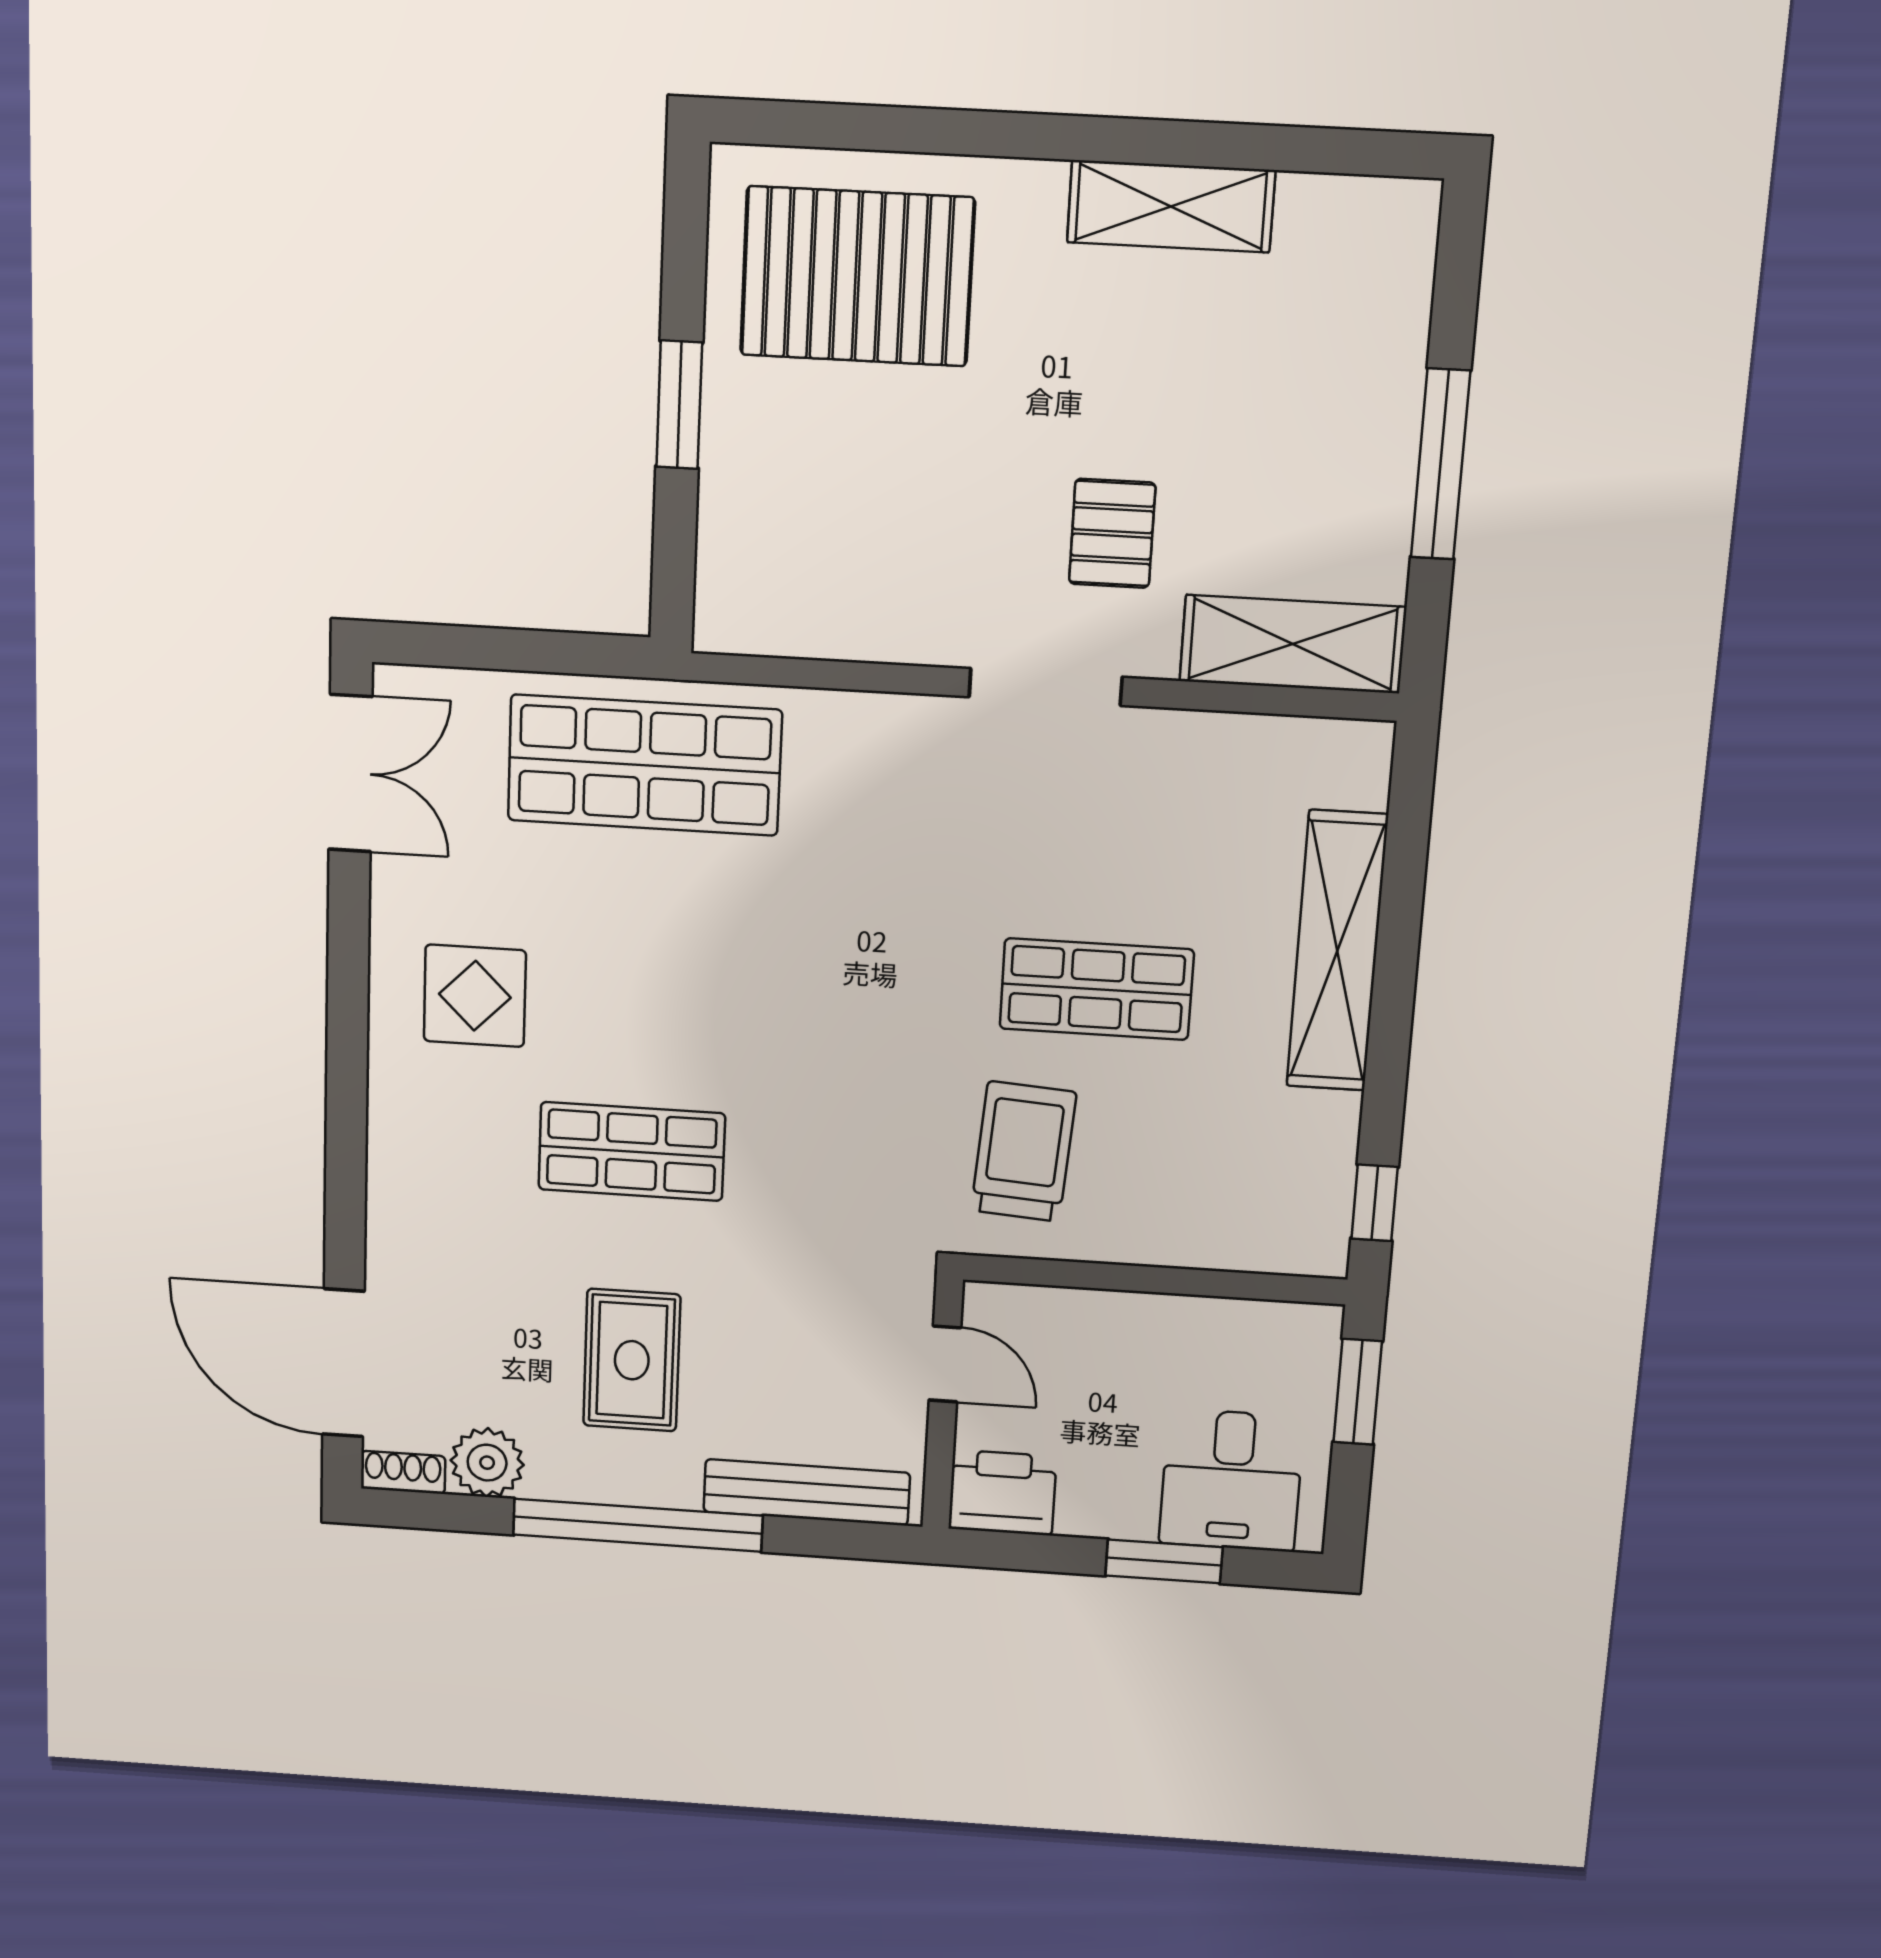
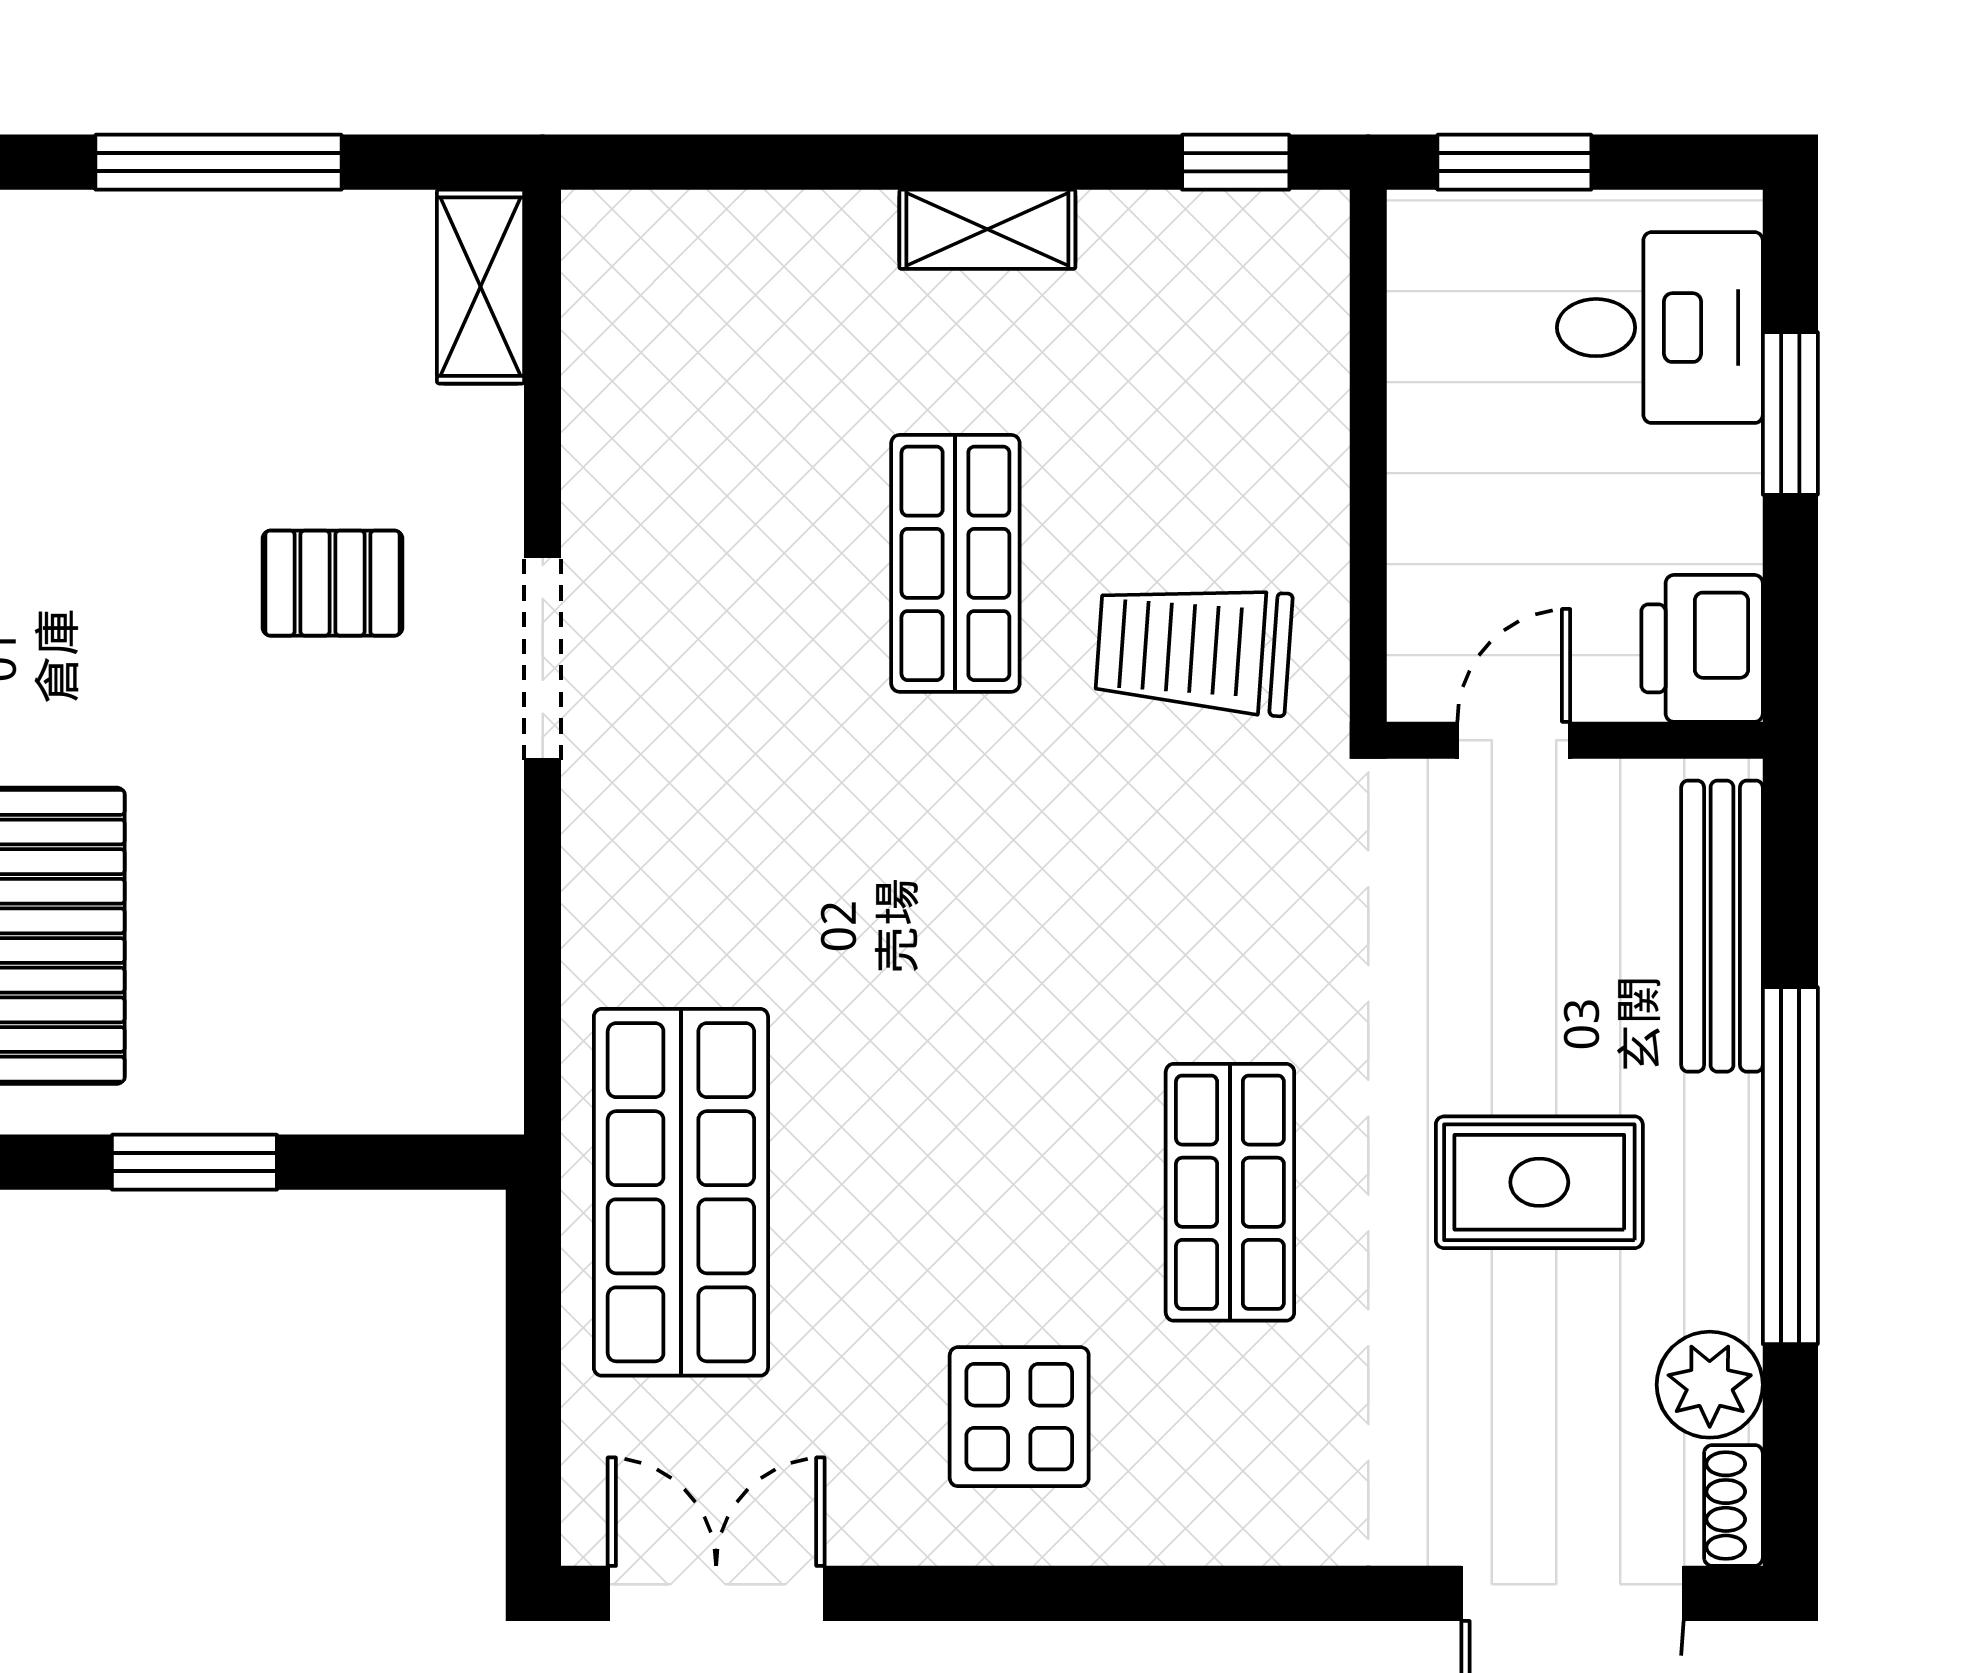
shelving: (1293, 644) -> (481, 287), width x0.67, depth x0.75
shelving: (1337, 951) -> (987, 229), width x0.45, depth x0.75

